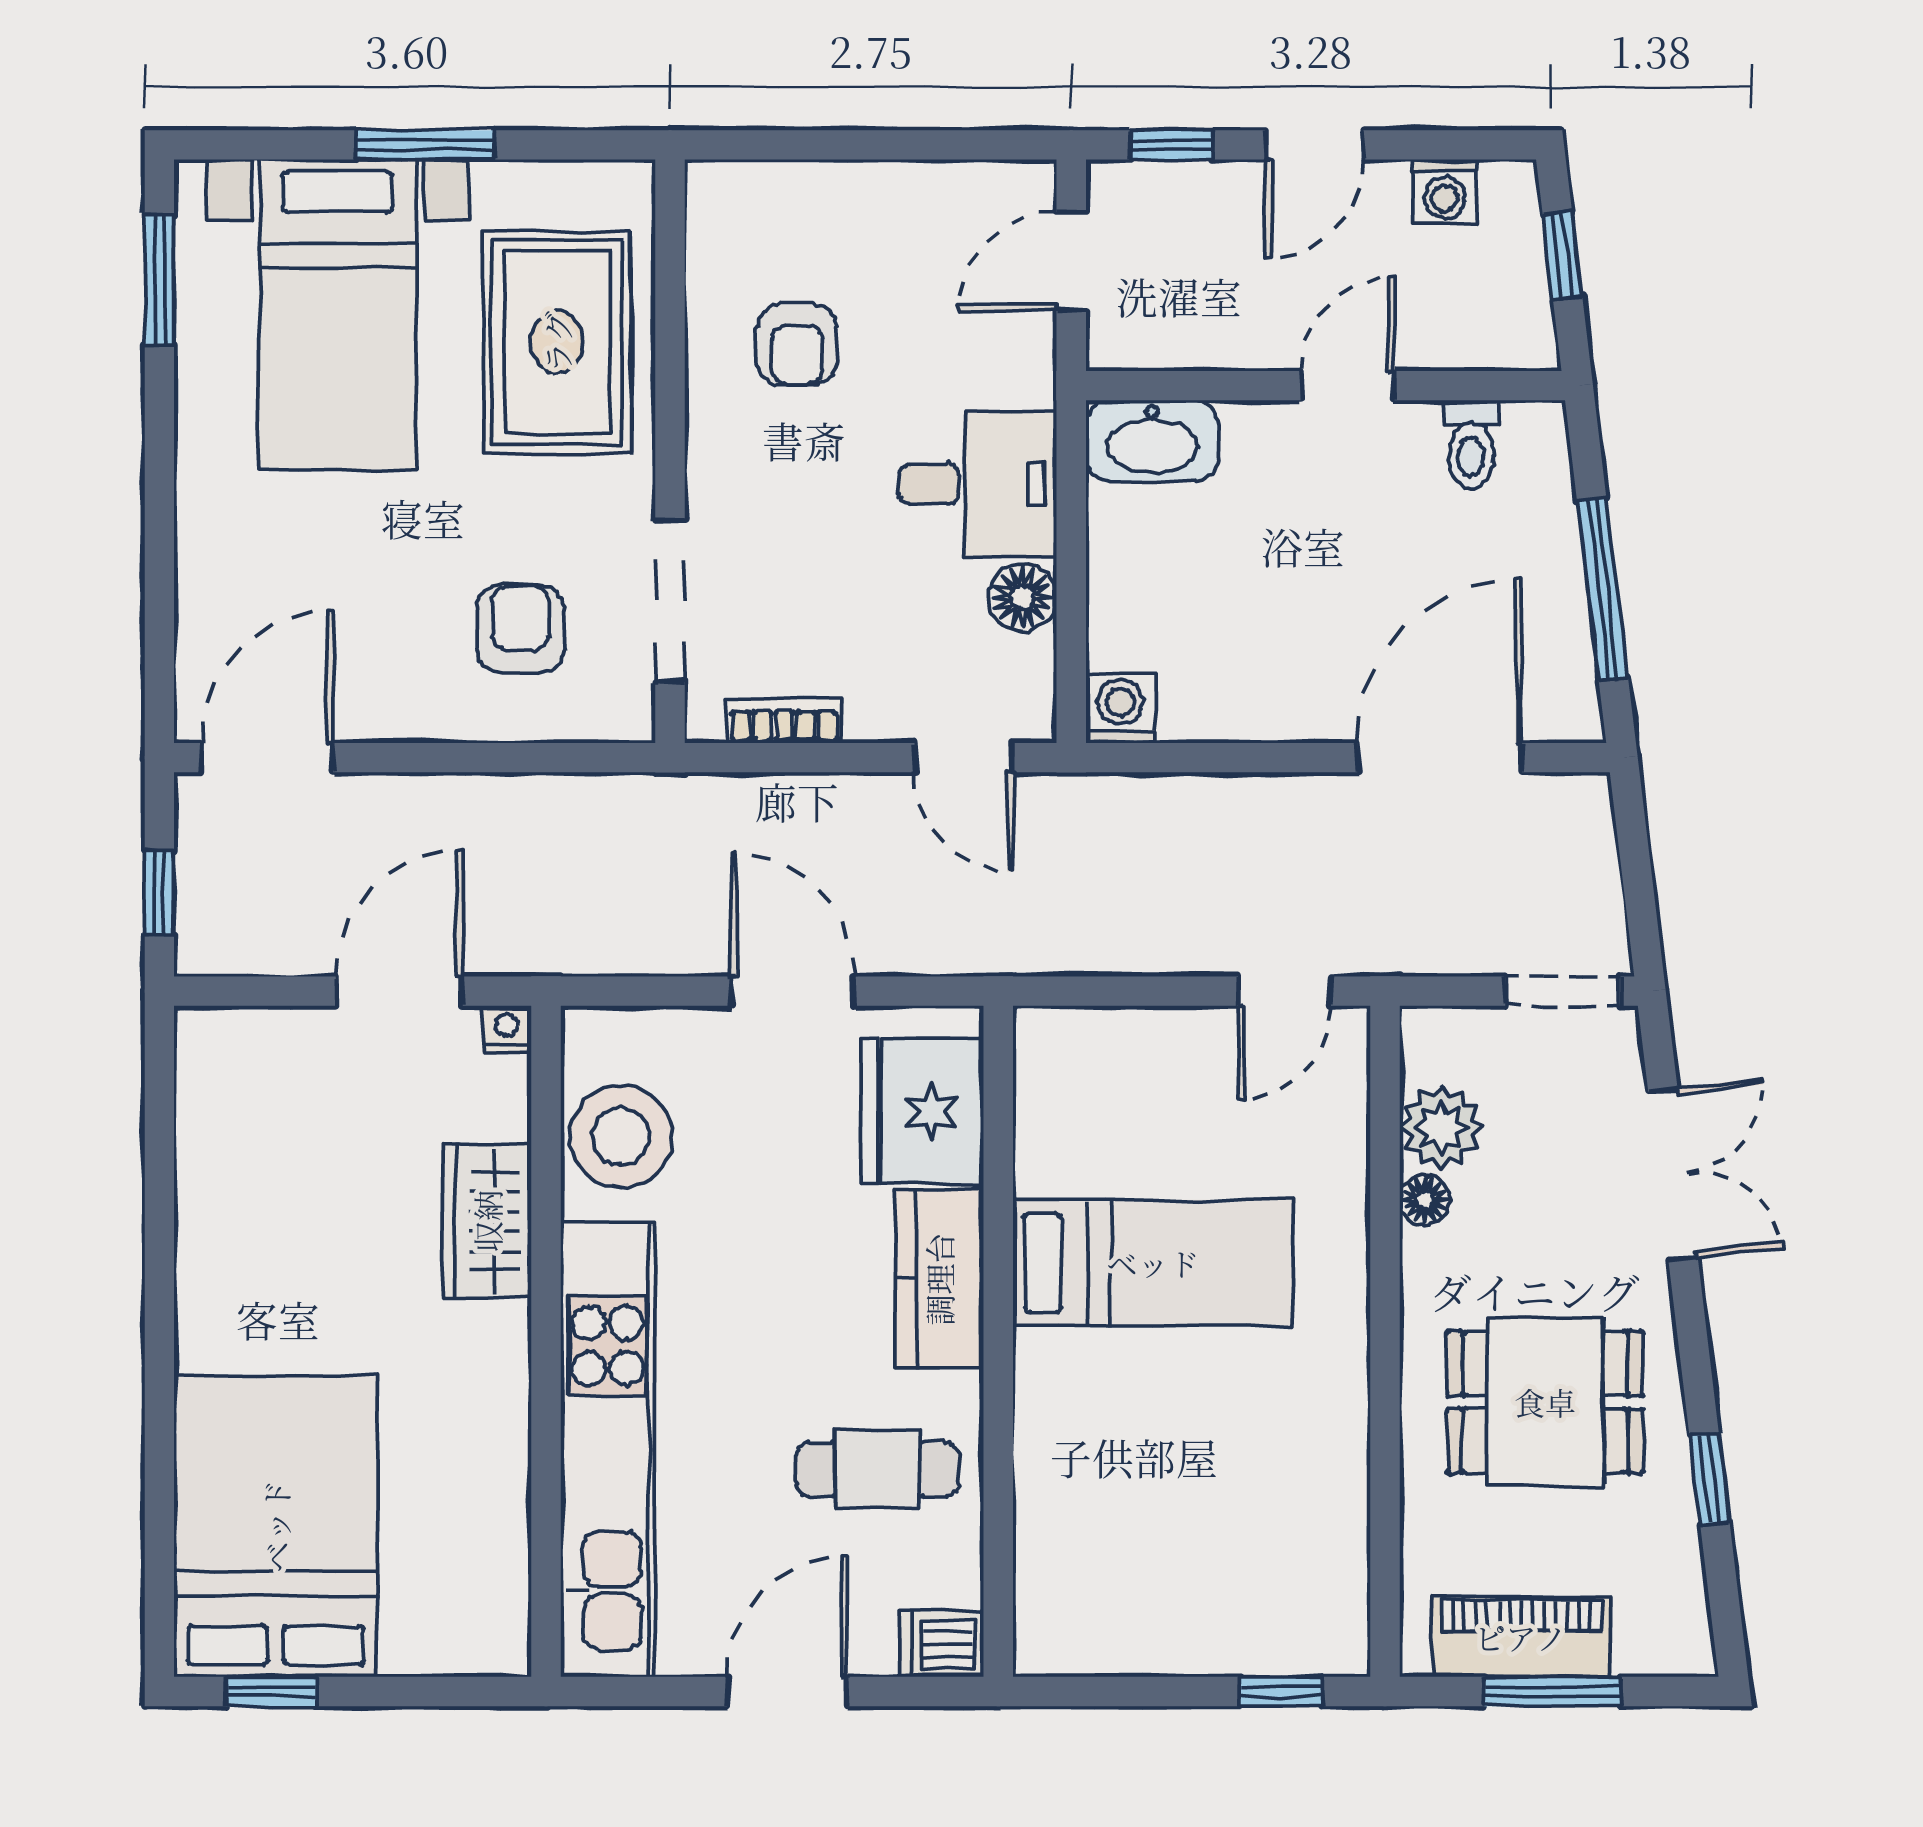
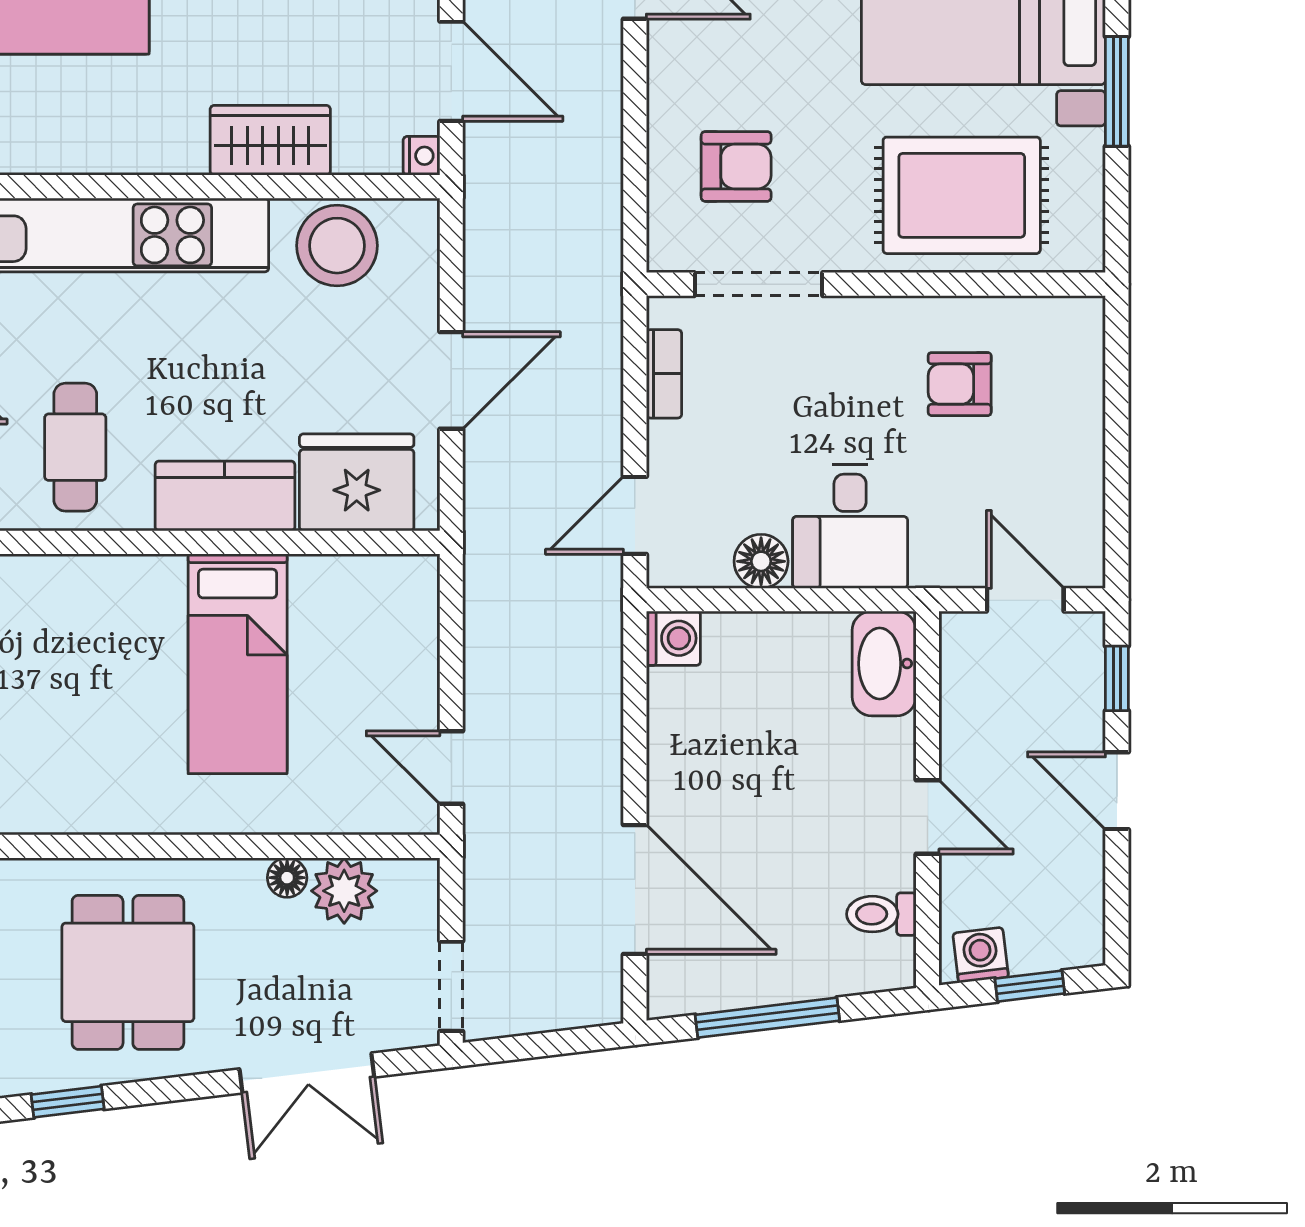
washing machine: (1445, 191) -> (981, 955), moved, turned 83

